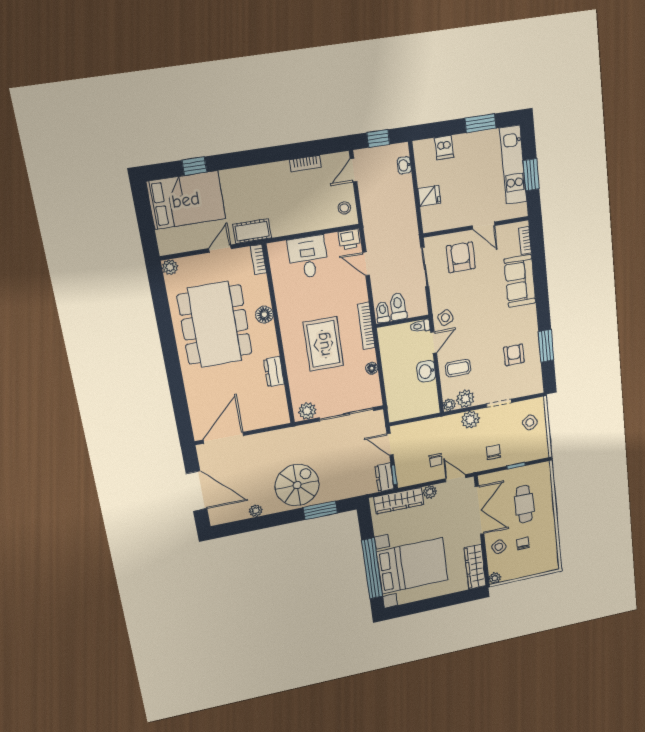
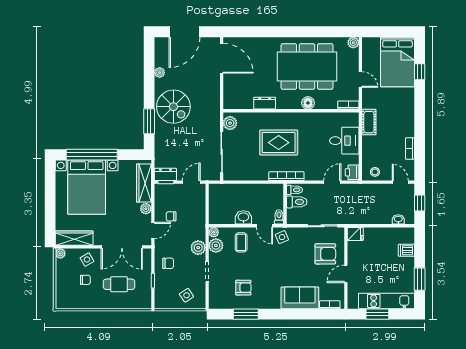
fridge: (429, 196) -> (355, 234), moved, turned -90
cot: (252, 231) -> (369, 122), moved
floor lamp: (372, 368) -> (253, 176), removed

